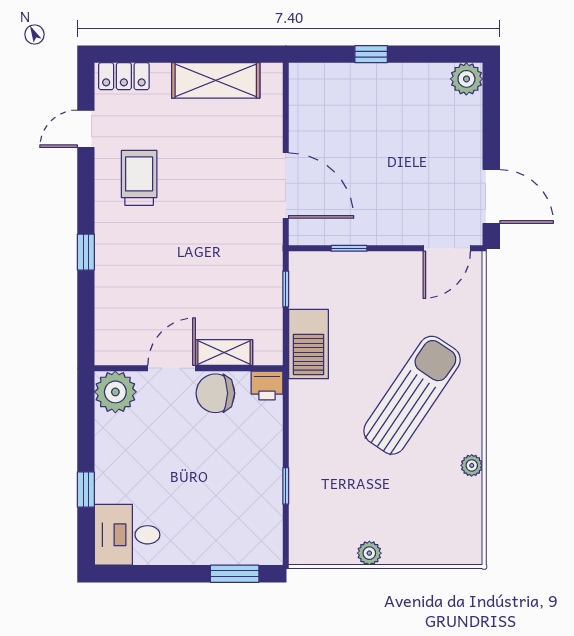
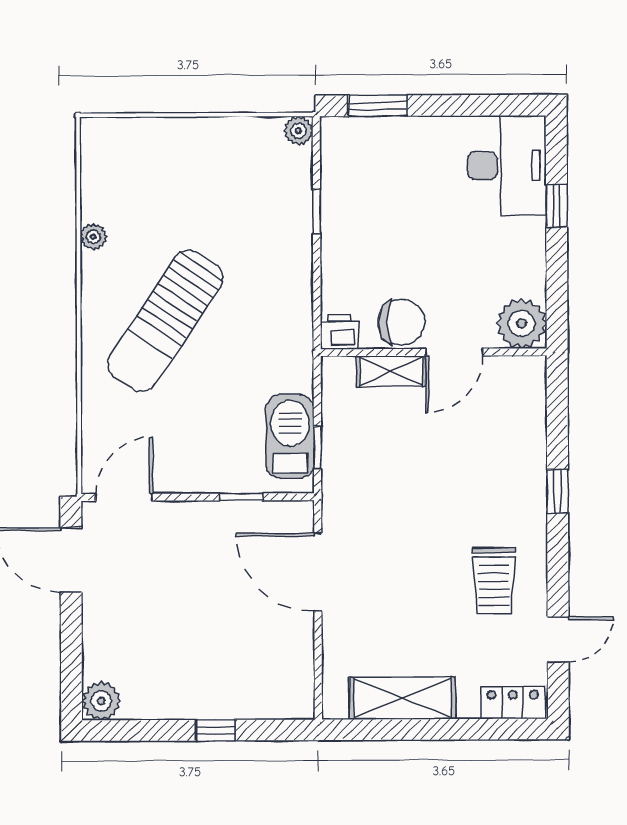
barbecue: (309, 344) -> (290, 436), moved
desk: (127, 535) -> (507, 166), width x1.37
plant: (369, 553) -> (298, 131), moved

